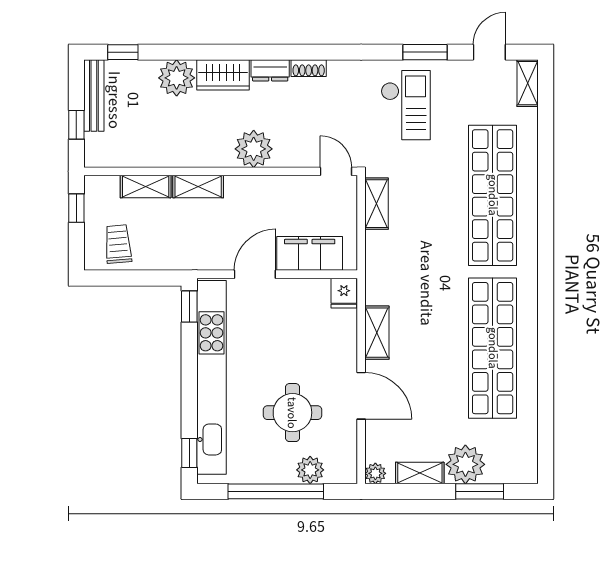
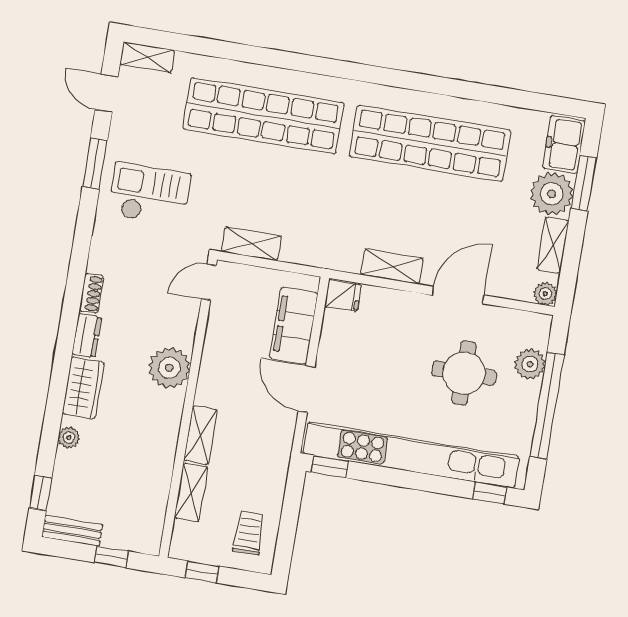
plant: (177, 78) -> (69, 438), width x0.53, depth x0.53
bench: (94, 96) -> (72, 531), width x0.73
trolley: (118, 244) -> (249, 533), turned 95
freezer: (511, 468) -> (564, 144), added

